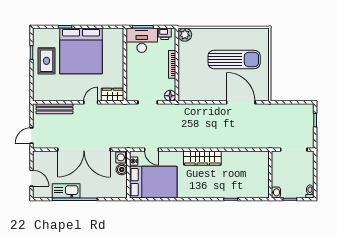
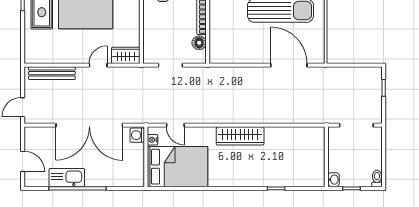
floor lamp: (170, 96) -> (199, 43), moved
boiler: (122, 169) -> (137, 150), removed

